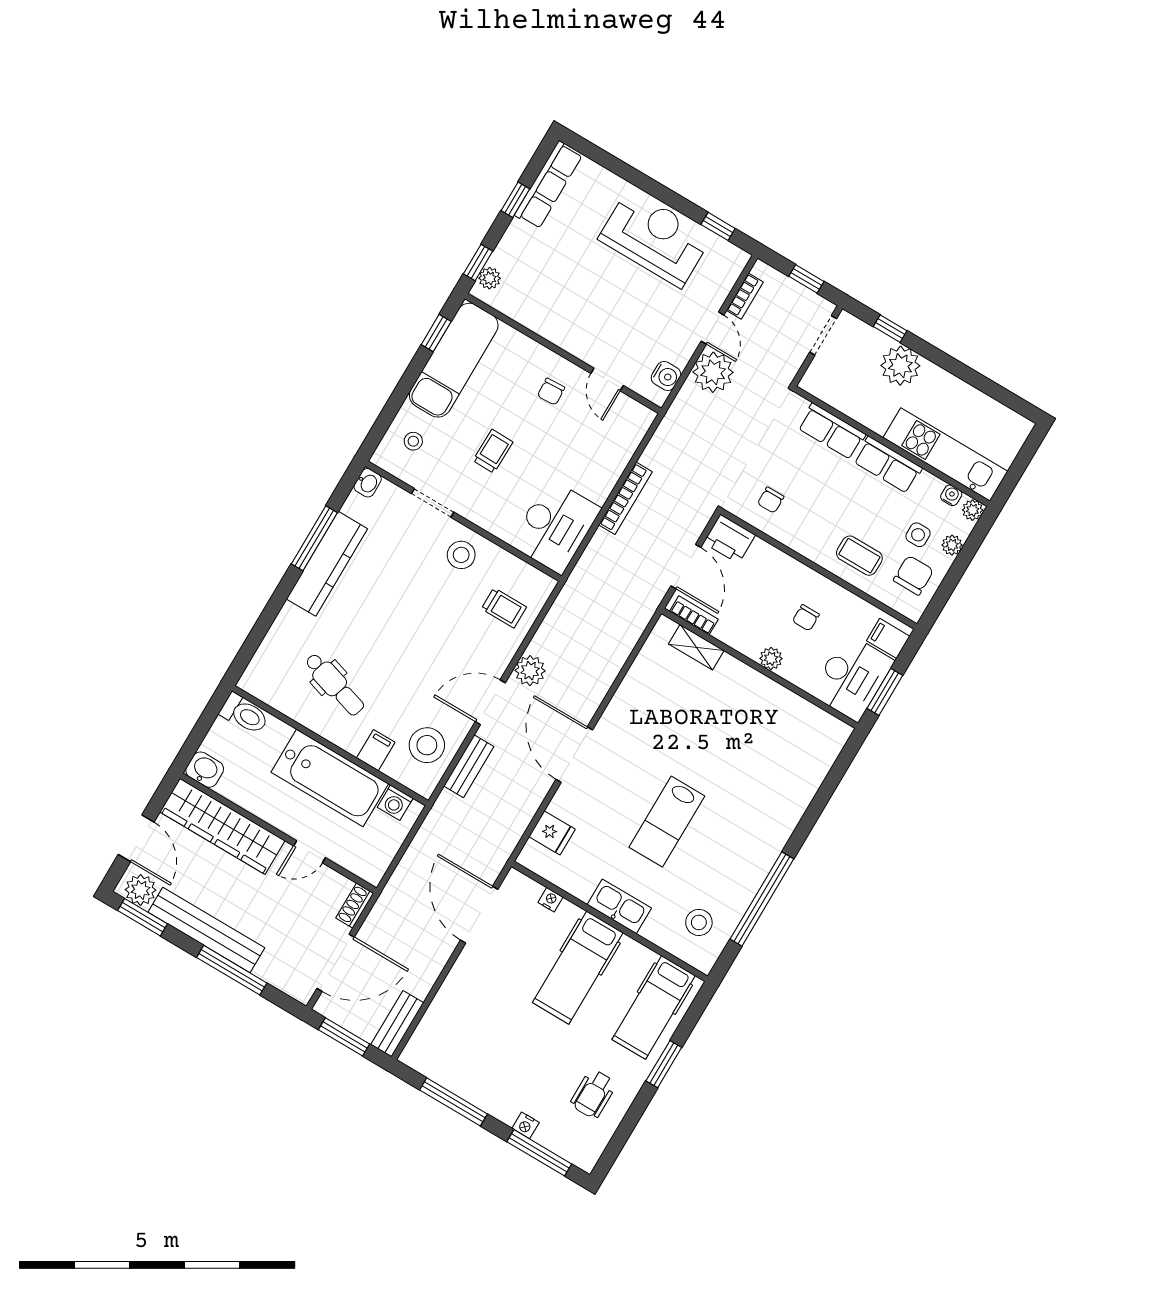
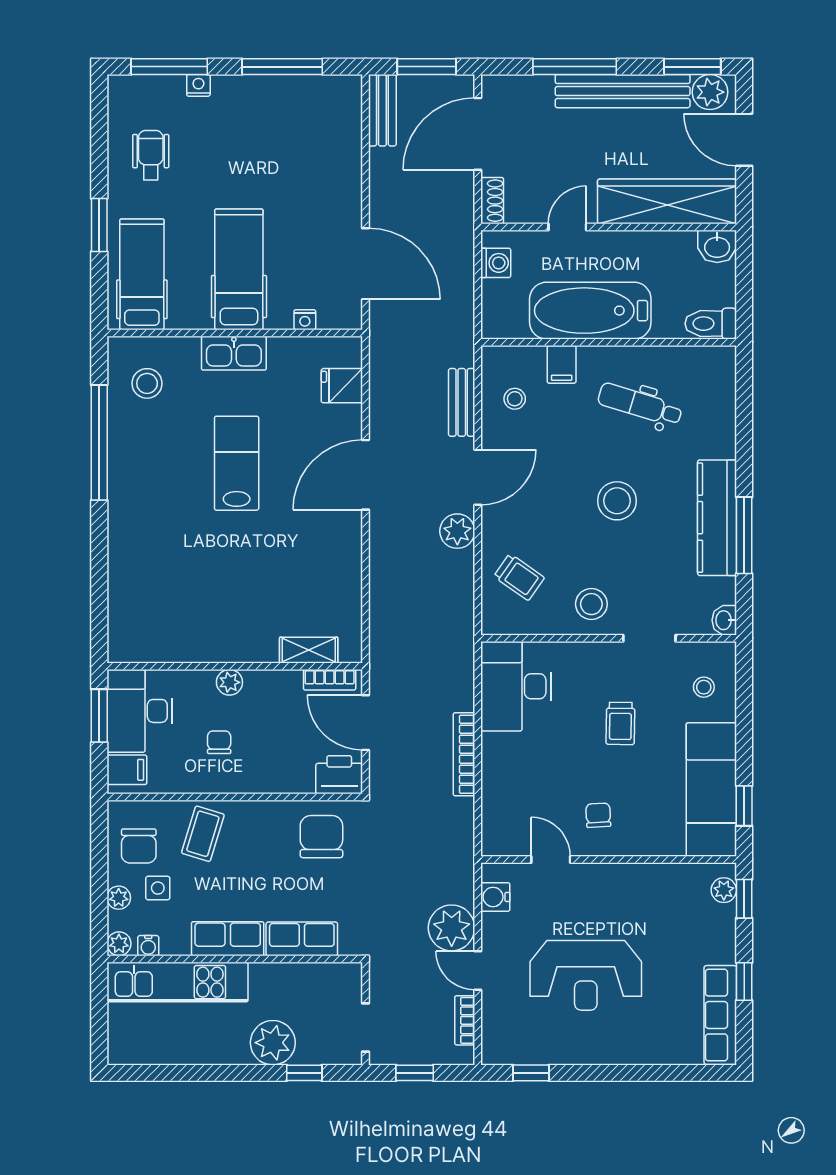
reception desk: (655, 238) -> (586, 975), moved
chair: (771, 500) -> (321, 837), width x1.87, depth x1.87
coffee table: (859, 556) -> (203, 834), turned -73
trolley: (504, 608) -> (519, 577), turned -145
stool: (395, 622) -> (617, 501), added
stool: (427, 745) -> (515, 399), width x0.53, depth x0.53
door: (574, 755) -> (366, 475), swing flipped
washing machine: (395, 803) -> (496, 263), moved, turned 90

